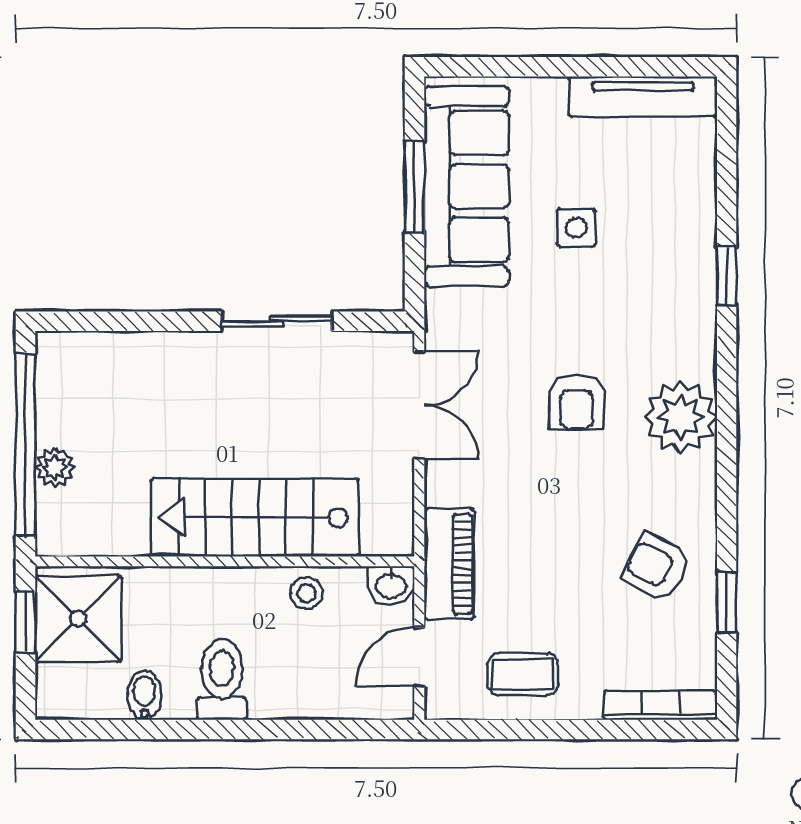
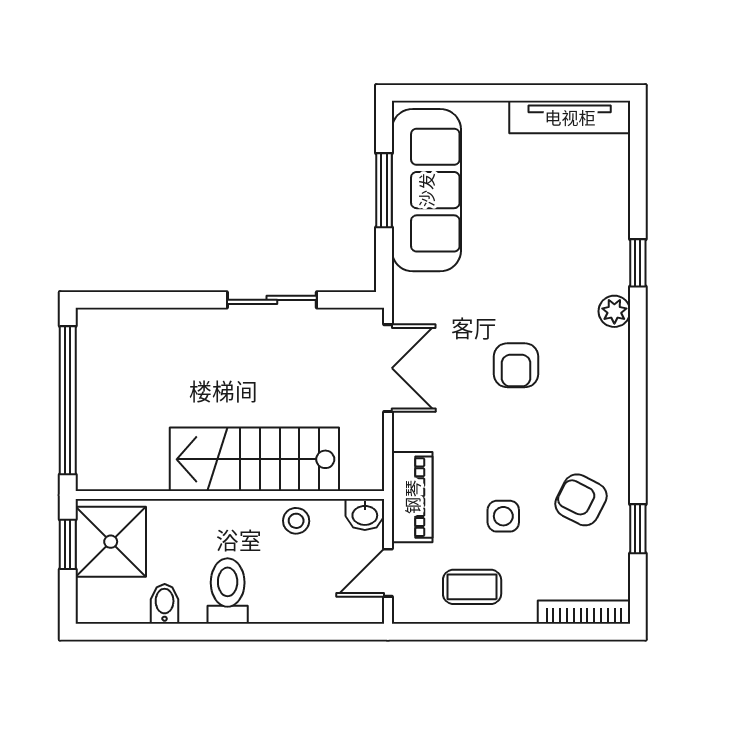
side table: (576, 228) -> (503, 516), moved
plant: (681, 417) -> (614, 311), moved, width x0.53, depth x0.53
plant: (55, 468) -> (92, 419), removed

